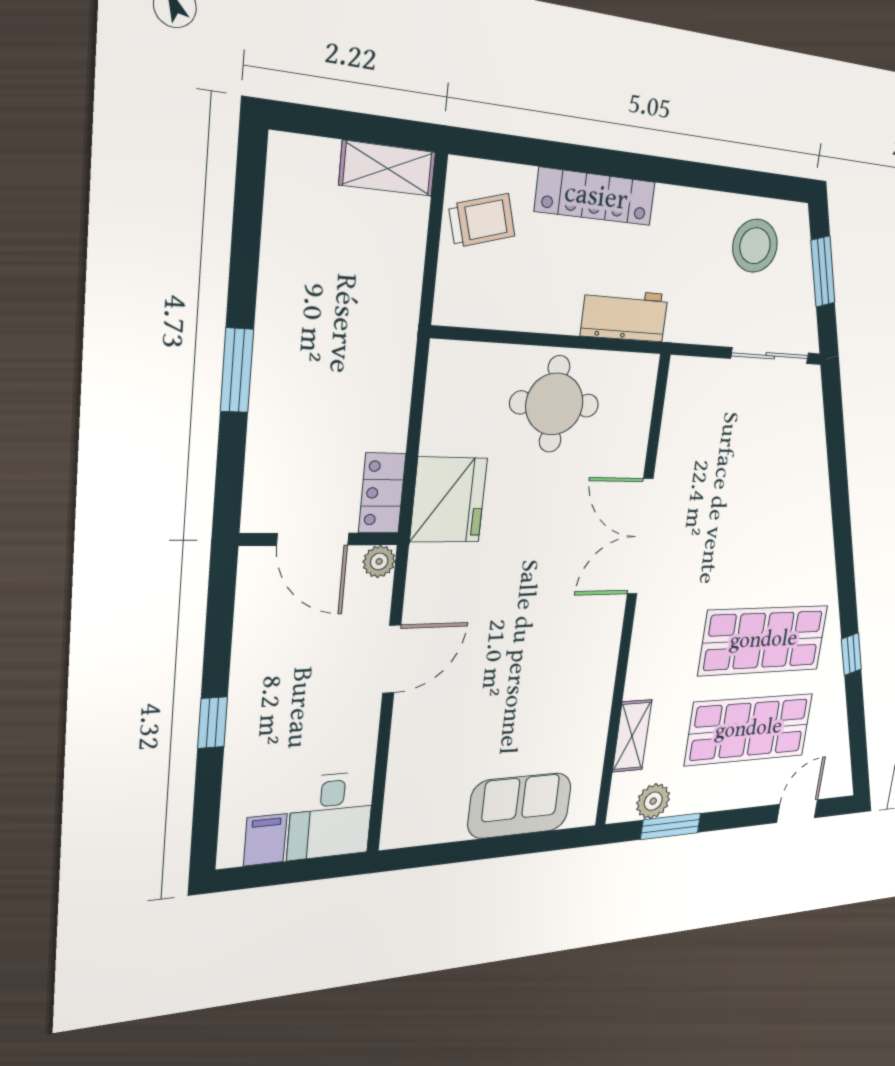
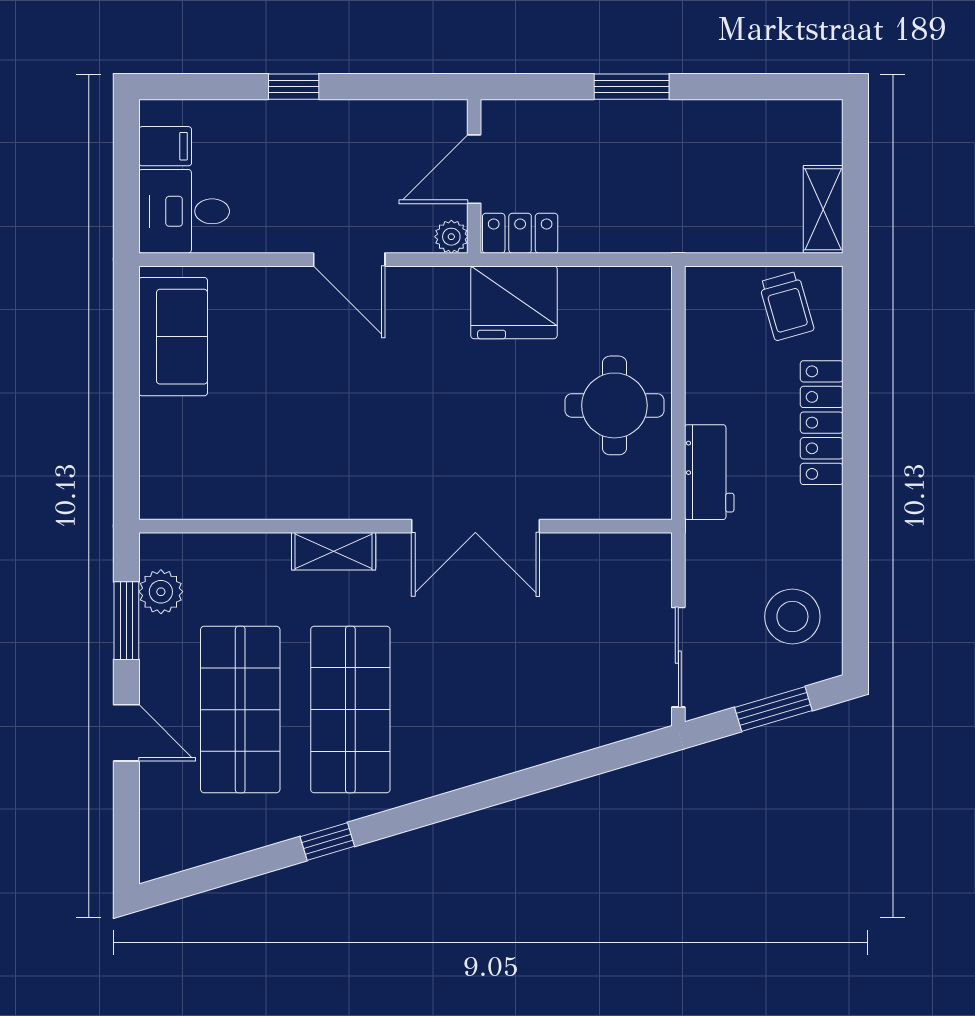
double door: (640, 537) -> (475, 526), swing flipped
shelving: (632, 736) -> (334, 551), moved
sofa: (520, 806) -> (173, 337), moved
door: (797, 811) -> (126, 733), moved

